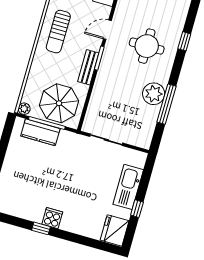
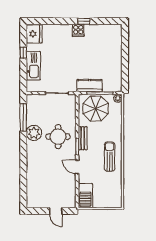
door: (107, 30) -> (77, 167), swing flipped
window: (184, 41) -> (23, 174), removed
round table: (147, 46) -> (58, 137), moved
window: (166, 104) -> (23, 117), moved
kitchen counter: (40, 132) -> (90, 86), moved

